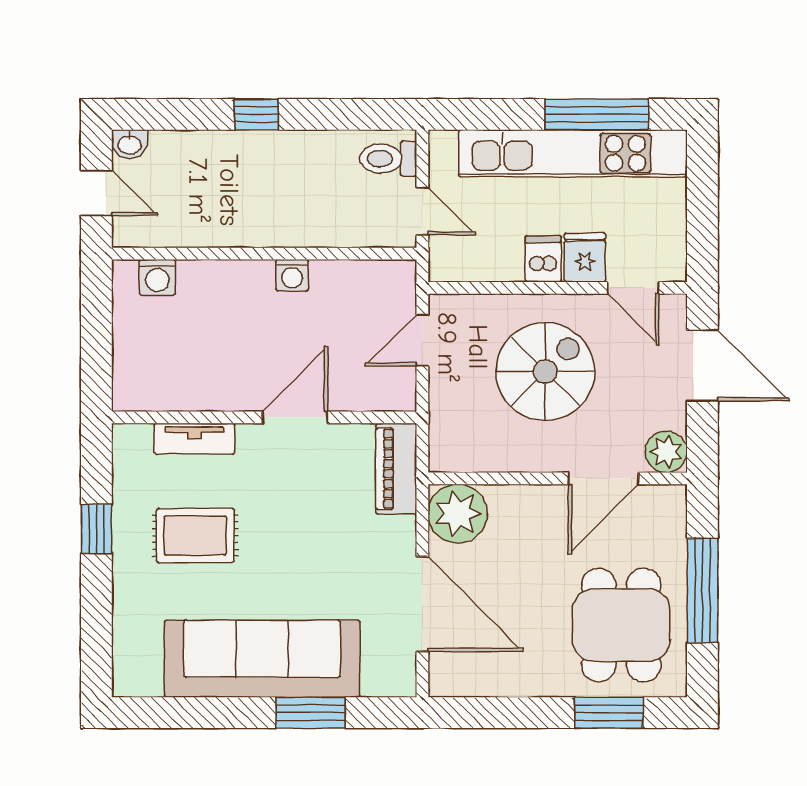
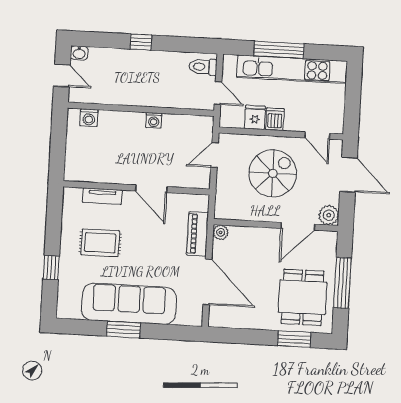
window: (597, 114) -> (279, 50), moved
fridge: (585, 257) -> (255, 117), moved
door: (295, 417) -> (151, 189), swing flipped
piano: (396, 469) -> (198, 234), moved
plant: (458, 514) -> (221, 232), width x0.53, depth x0.53
window: (96, 529) -> (51, 268), moved
window: (310, 713) -> (124, 330), moved

